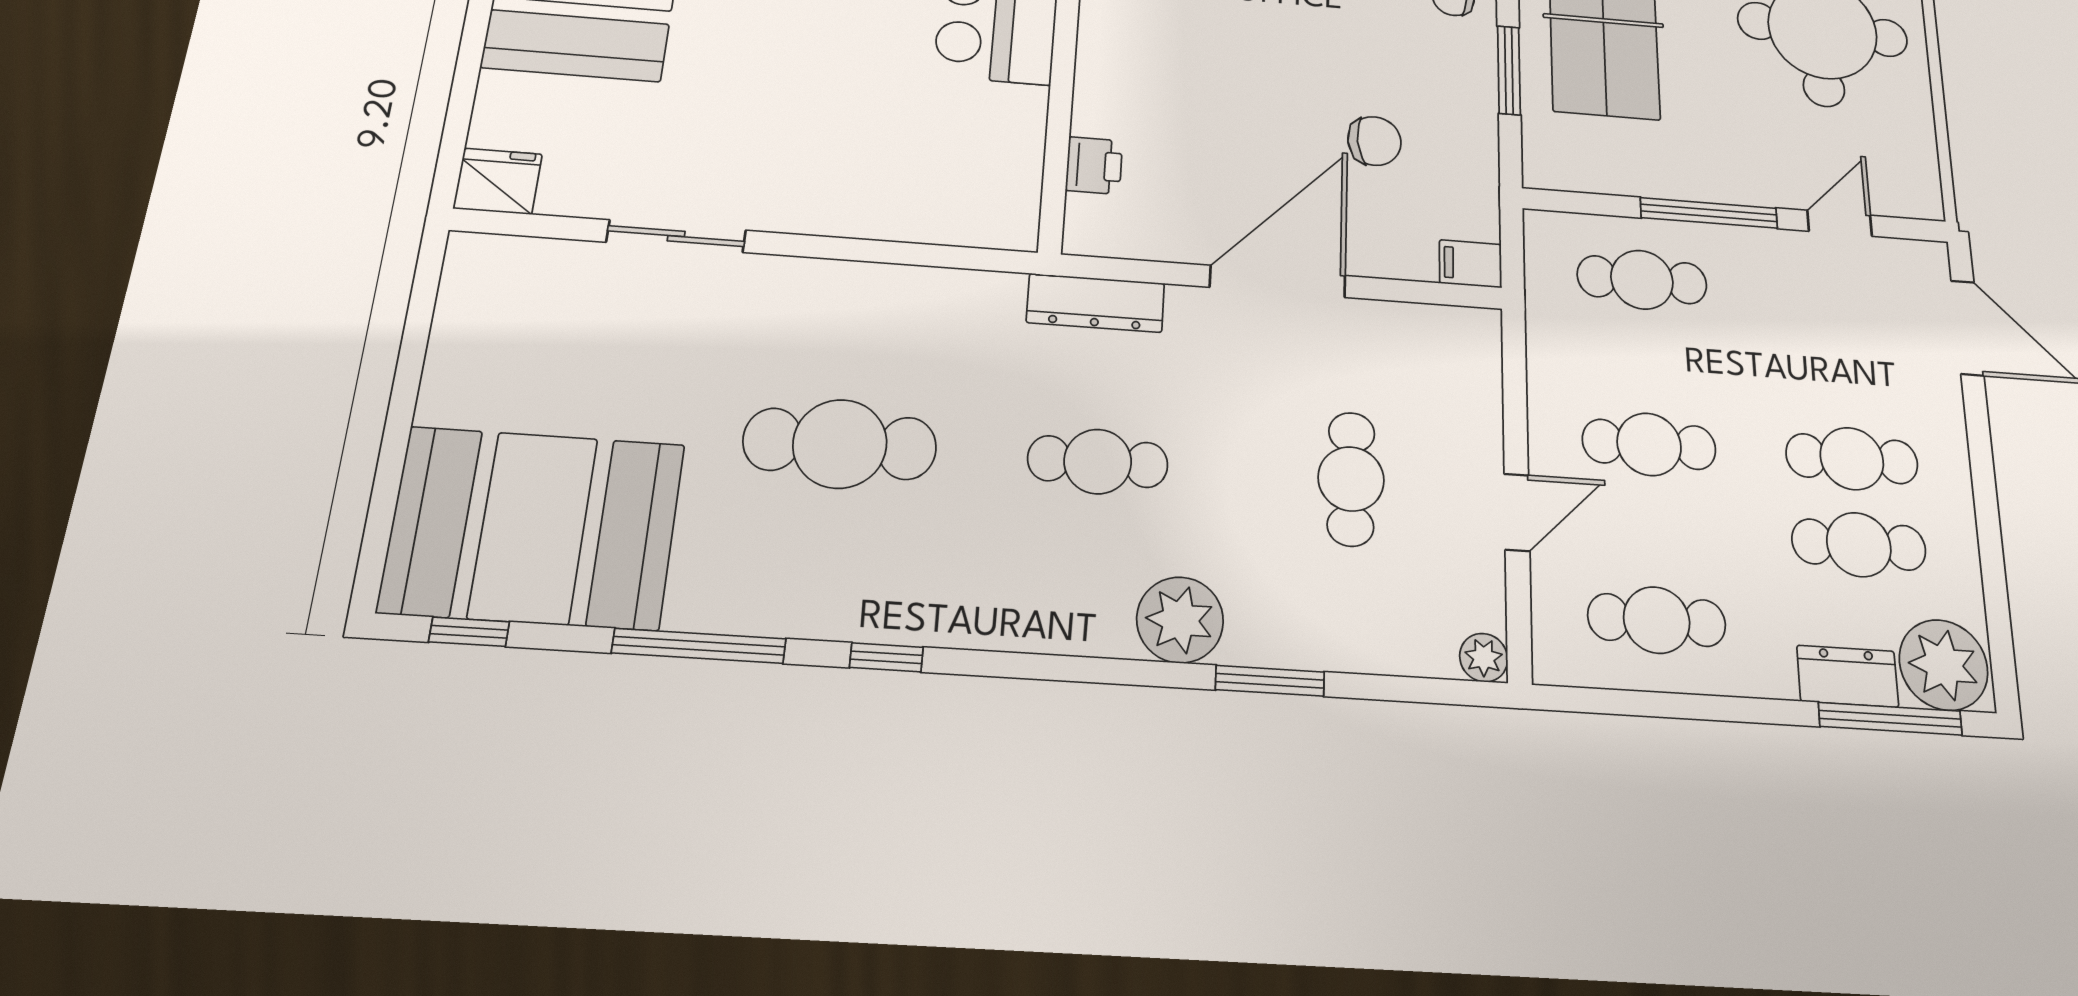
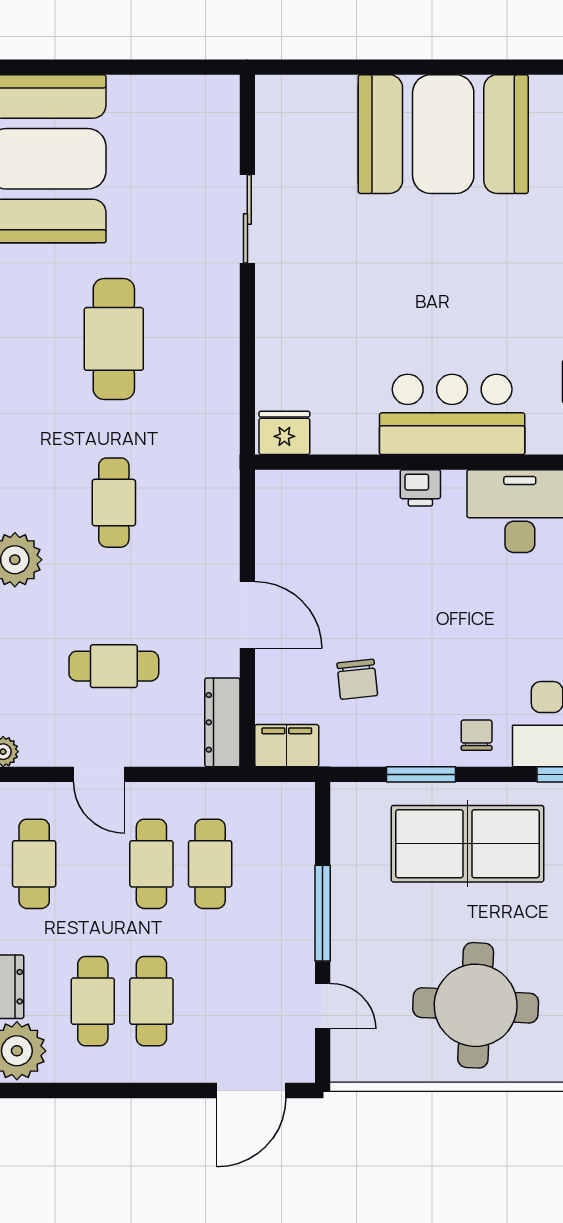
printer: (1094, 166) -> (420, 488), moved
fridge: (498, 181) -> (284, 433), moved, turned -90
filing cabinet: (1471, 264) -> (287, 746), width x2.00
cafe table: (1642, 280) -> (210, 864), moved
door: (1278, 281) -> (247, 615), width x0.73
dresser: (1096, 303) -> (222, 722), moved

